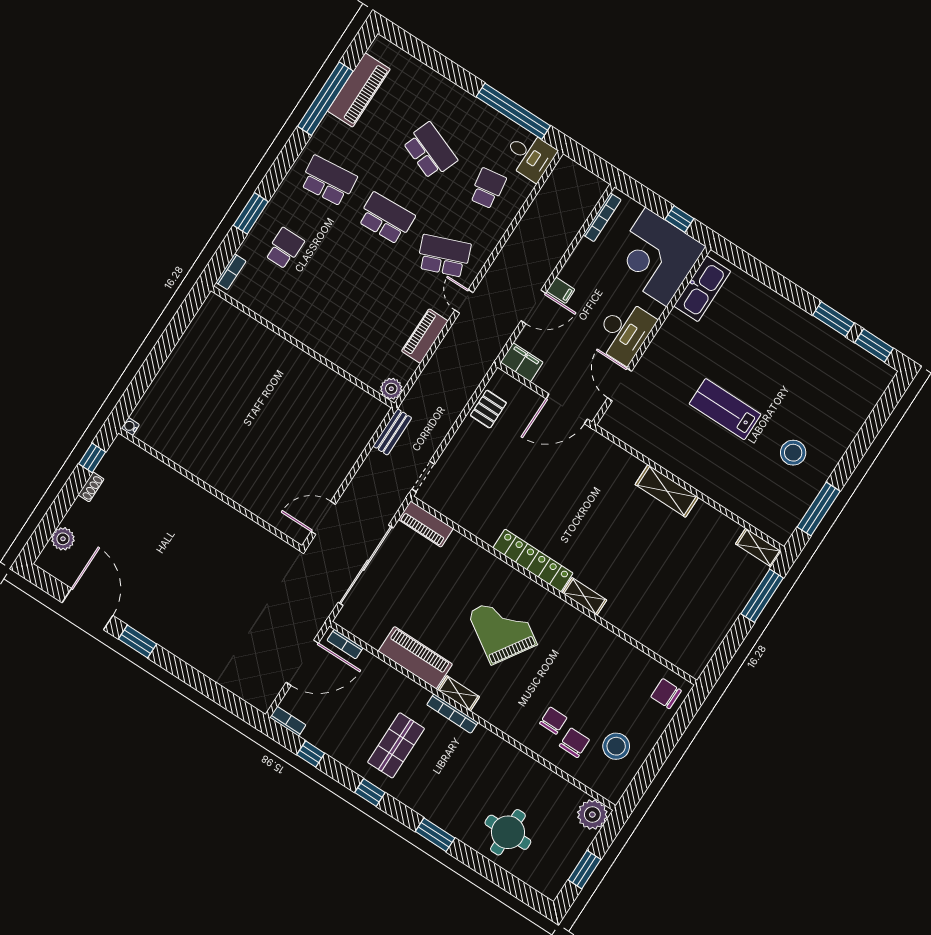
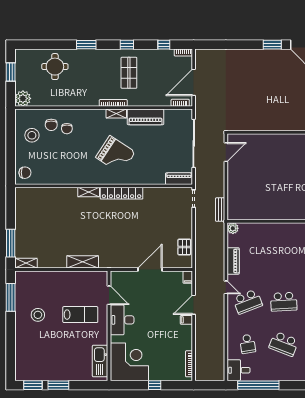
corner desk: (656, 257) -> (129, 362), moved
kitchen sink: (702, 289) -> (100, 361), moved
desk: (624, 332) -> (122, 320), moved
wall: (651, 336) -> (109, 326), moved
filing cabinet: (522, 362) -> (188, 277), width x0.50
door: (620, 385) -> (109, 295), moved

